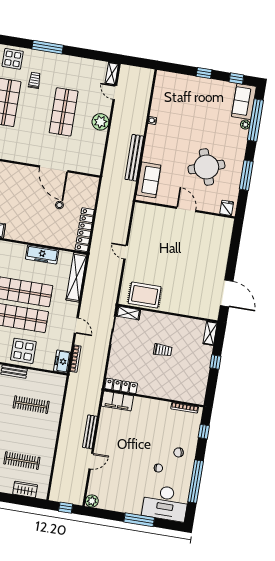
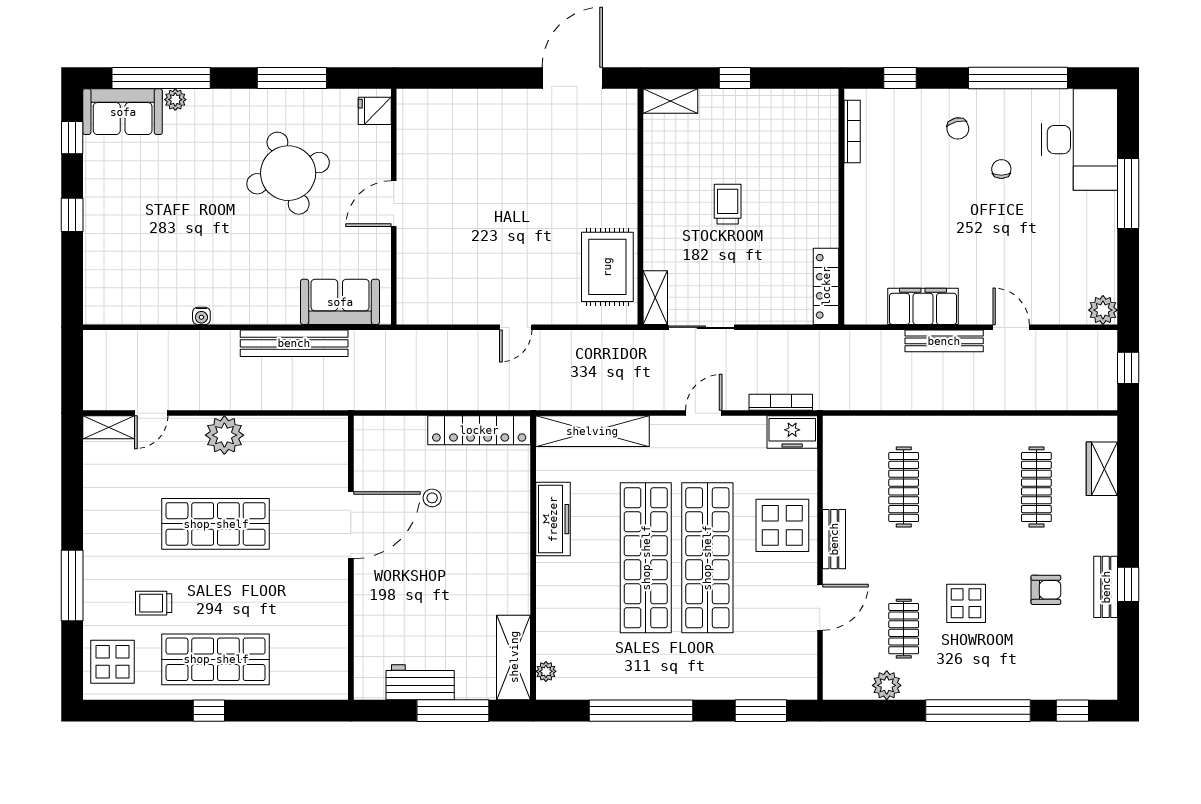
filing cabinet: (117, 401) -> (923, 306), moved, turned -90

